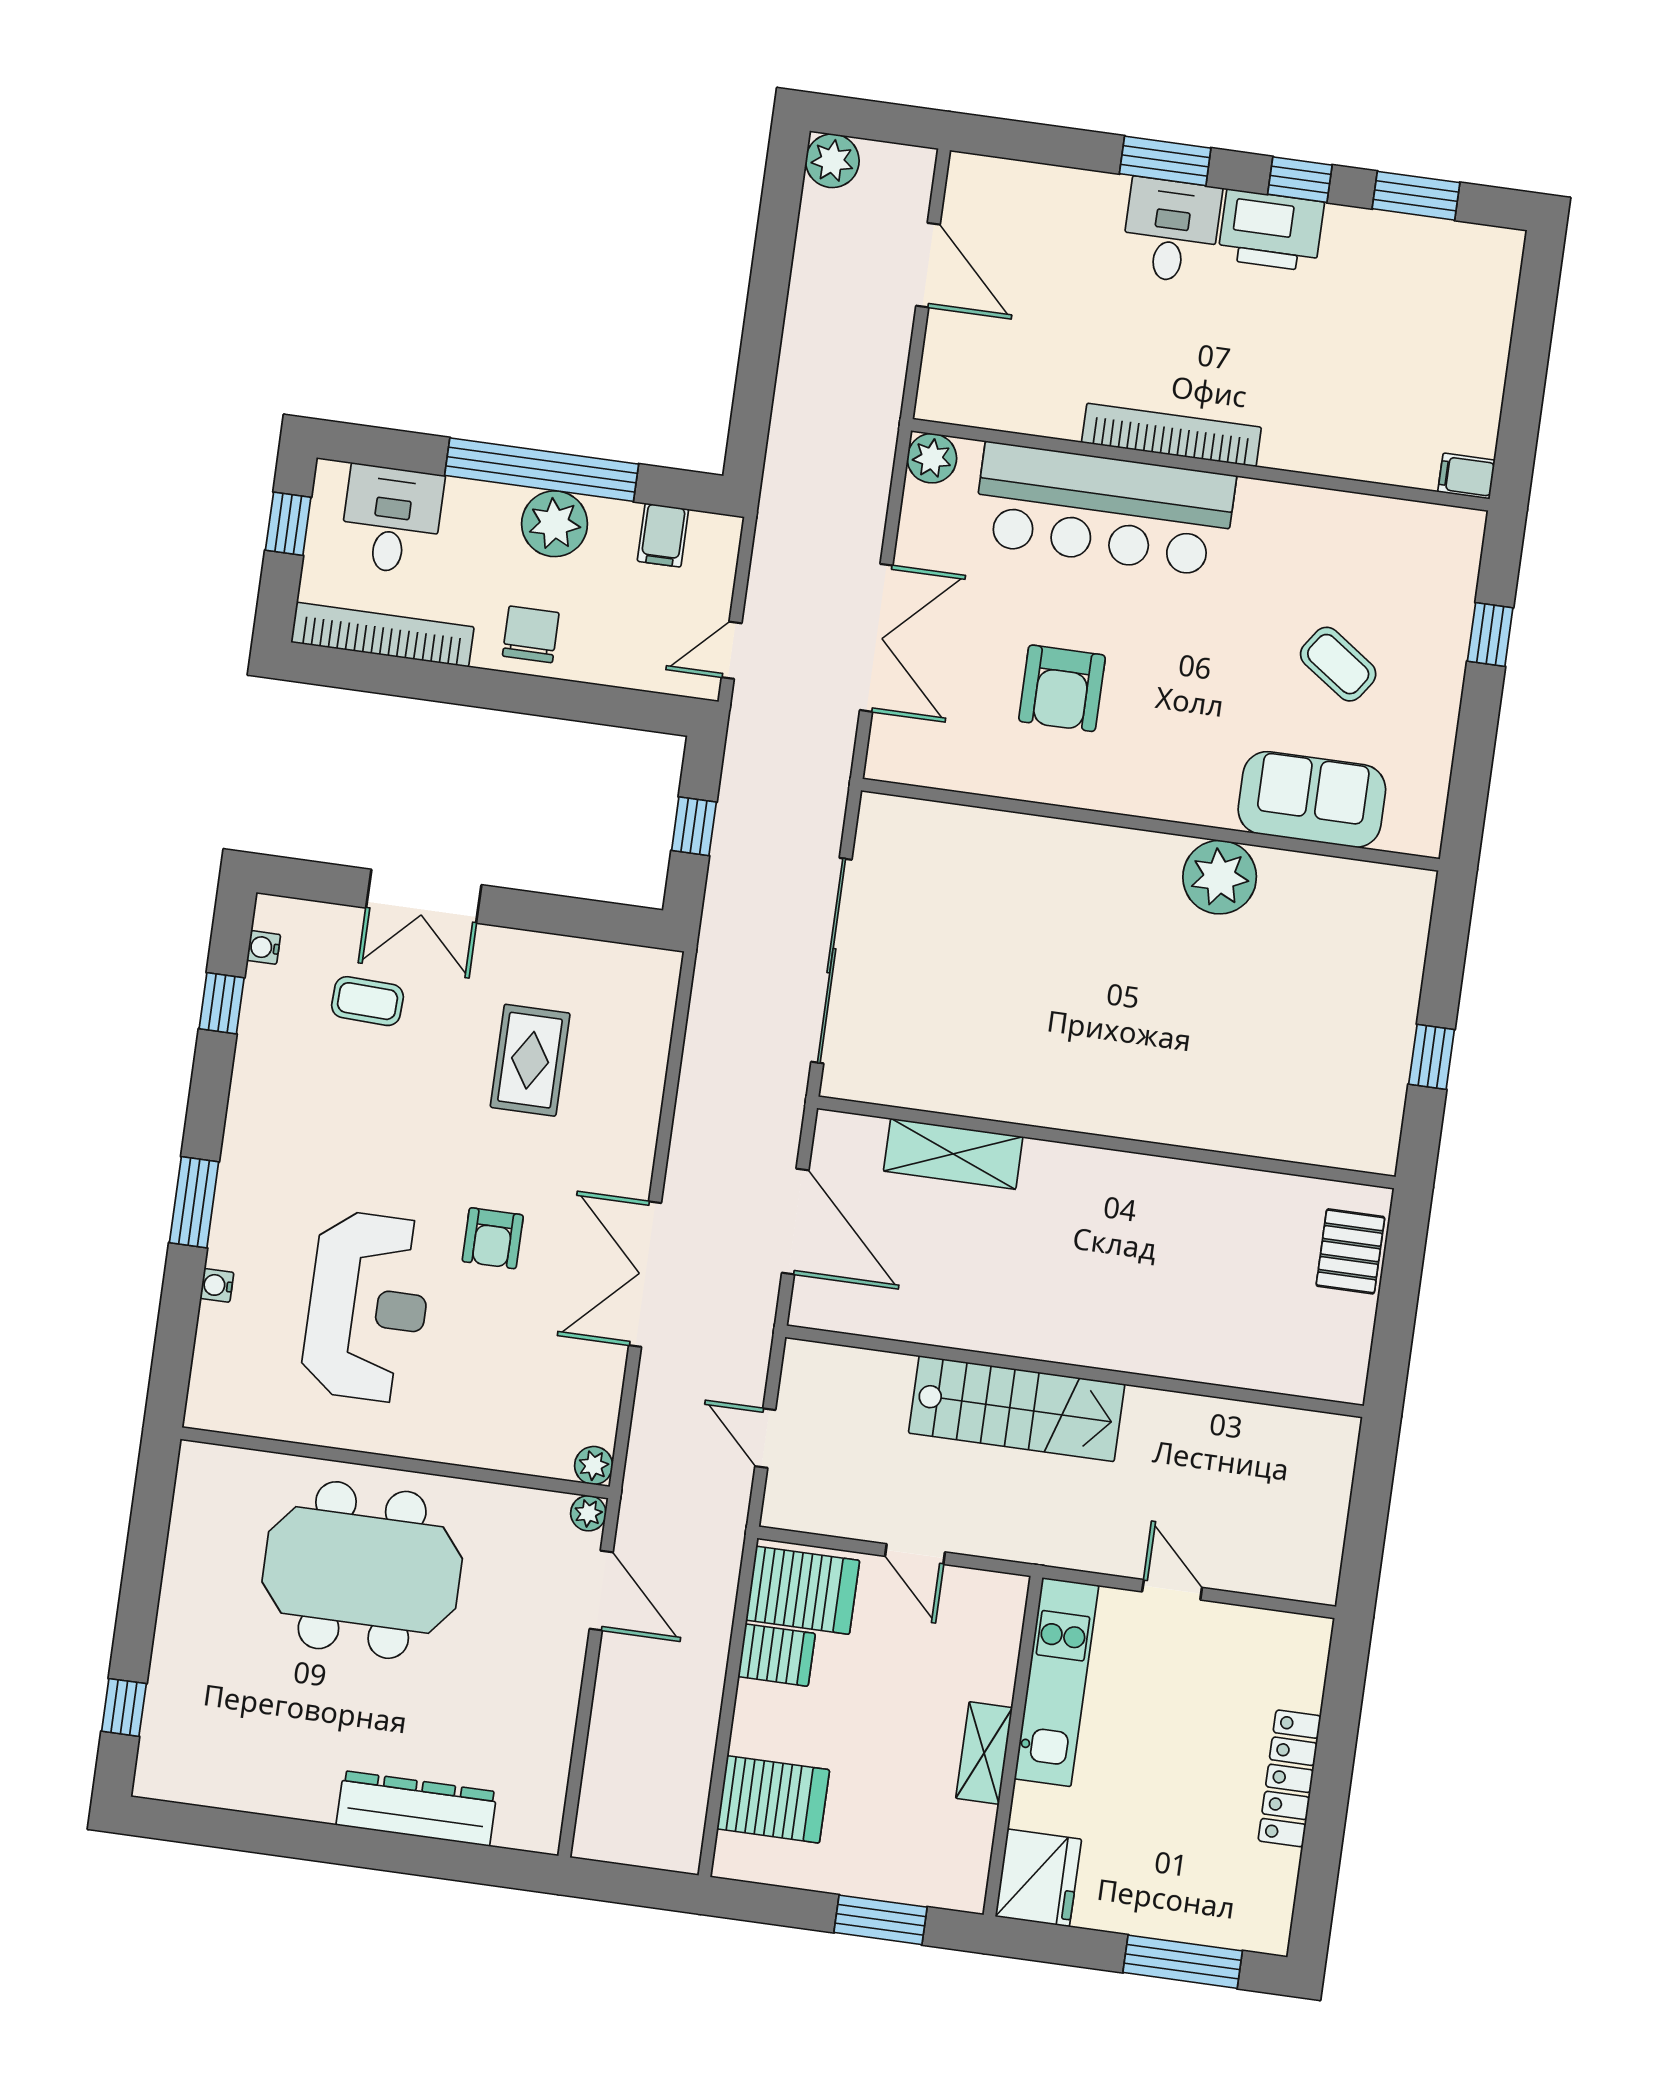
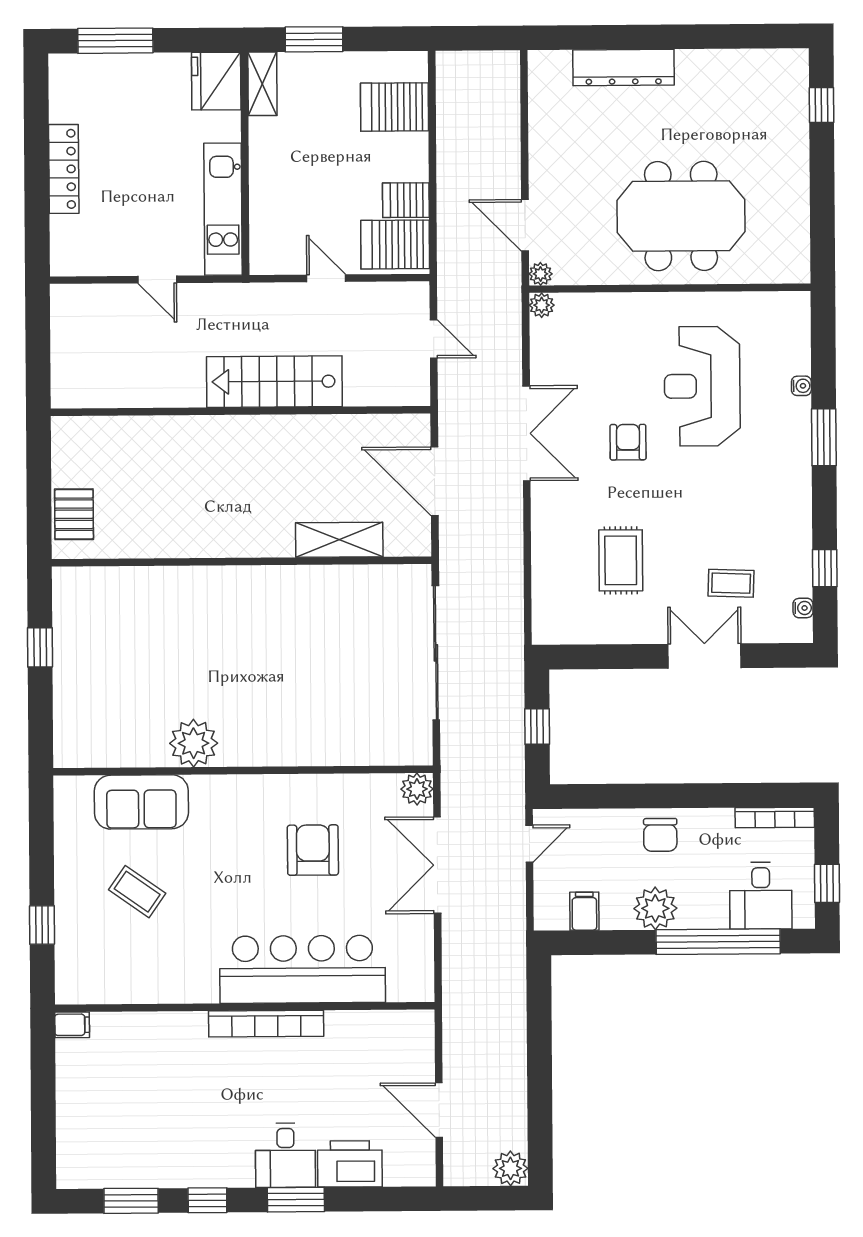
printer: (1271, 230) -> (350, 1164), moved
plant: (932, 458) -> (417, 789), moved
window: (542, 470) -> (718, 942), moved
bookcase: (382, 635) -> (775, 817), width x0.68, depth x0.76
shelving: (984, 1753) -> (262, 84), moved

